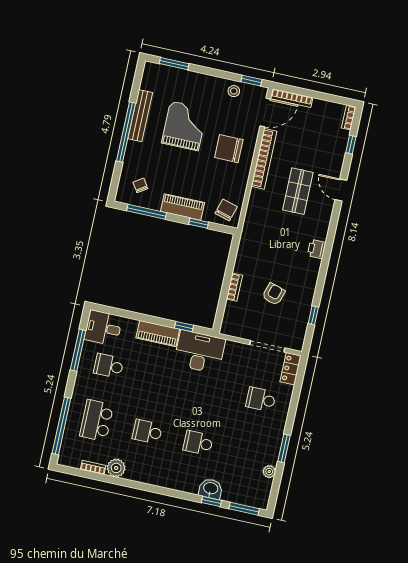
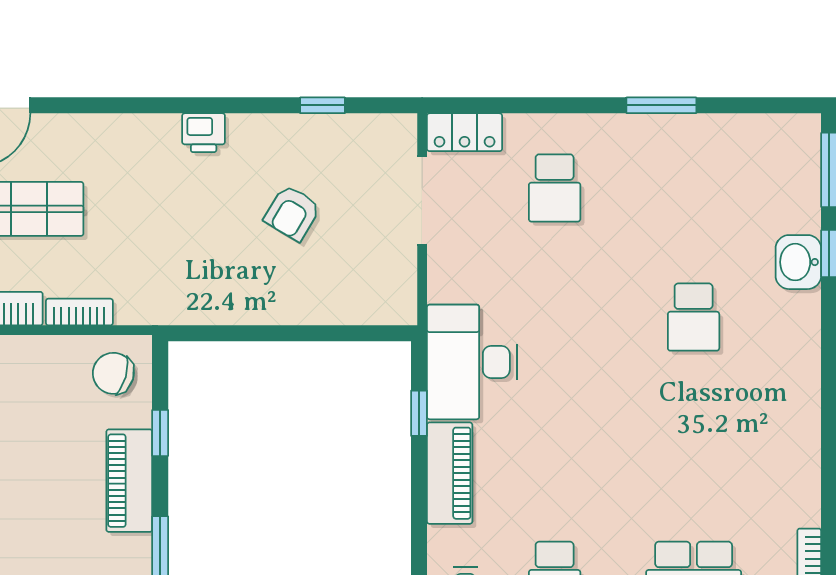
printer: (317, 249) -> (204, 133), moved
bookcase: (234, 287) -> (79, 312), moved
armchair: (274, 294) -> (292, 213), turned -76
school desk: (147, 432) -> (694, 446), removed
plant: (116, 468) -> (798, 503), removed
plant: (269, 472) -> (726, 129), removed

